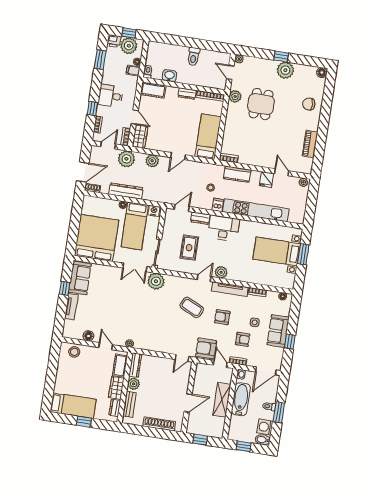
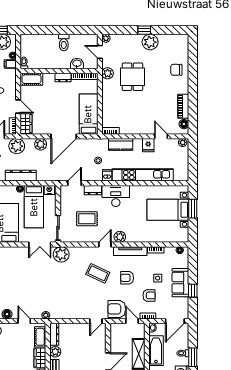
floor lamp: (322, 73) -> (184, 124), moved
washbasin: (169, 76) -> (77, 64), moved
door: (178, 156) -> (64, 136), width x1.88
rug: (189, 248) -> (87, 219), turned 90

